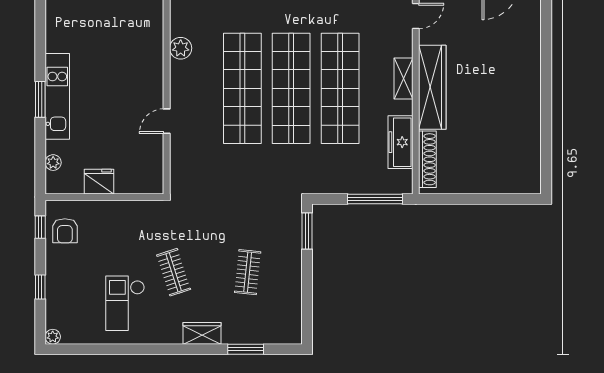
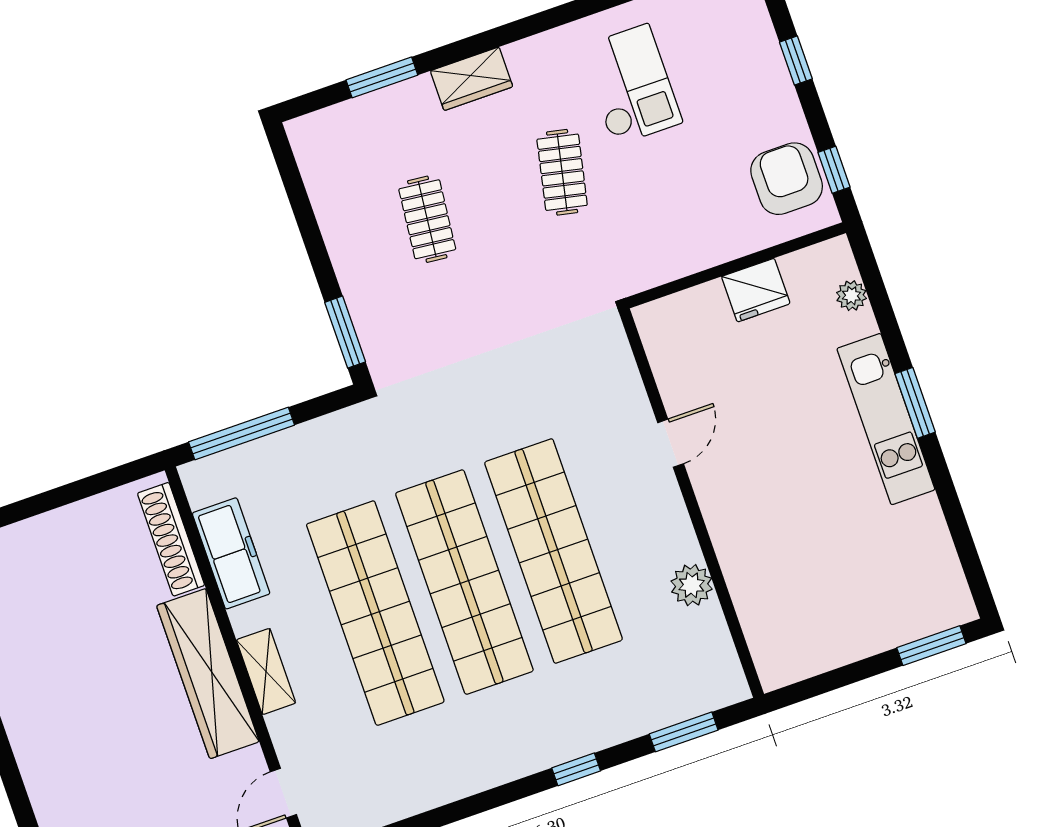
armchair: (65, 231) -> (787, 179), width x1.38, depth x1.38
clothes rail: (174, 272) -> (562, 172), turned 30

